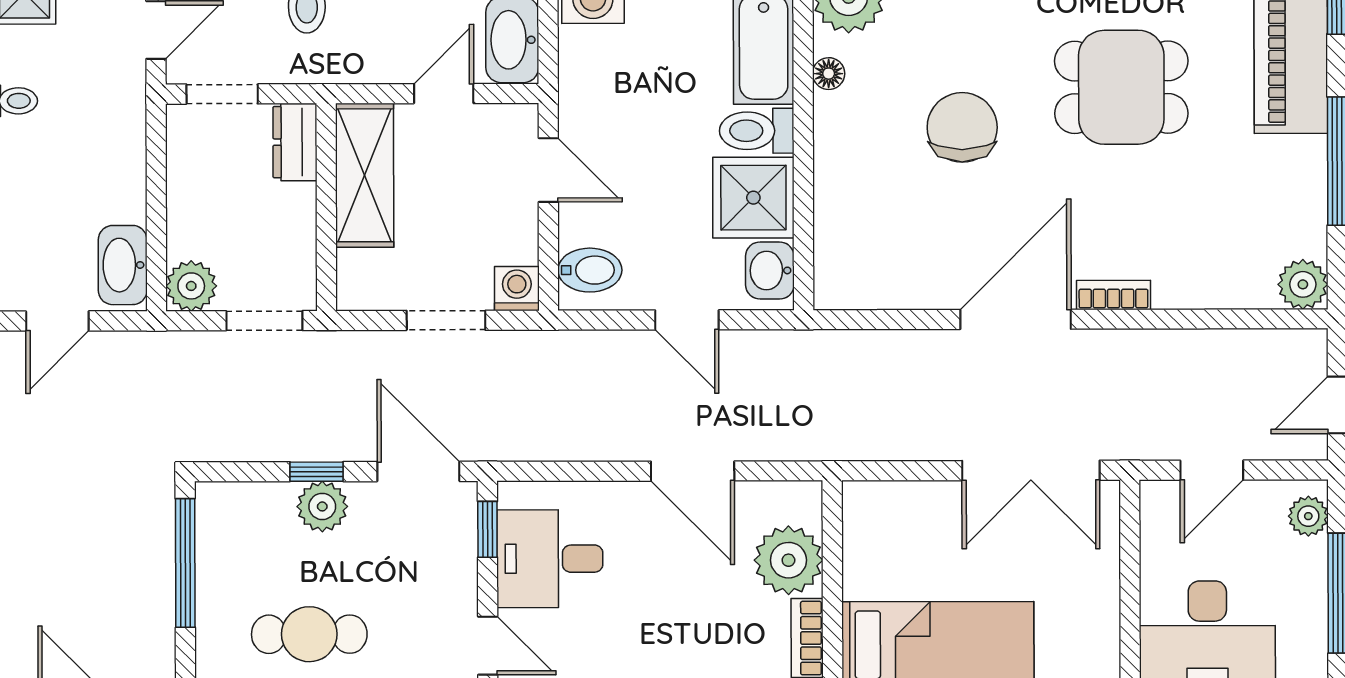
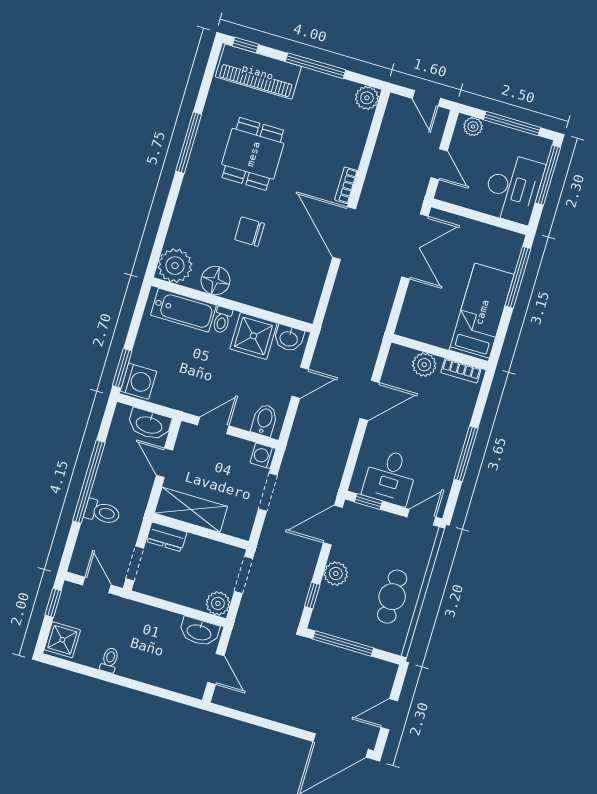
floor lamp: (829, 74) -> (216, 280), width x1.89, depth x1.89
chair: (962, 127) -> (250, 232), width x0.73, depth x0.73
toilet: (757, 131) -> (222, 320), width x0.73, depth x0.72
window: (316, 472) -> (312, 595), moved
plant: (788, 560) -> (424, 365), width x0.73, depth x0.73

